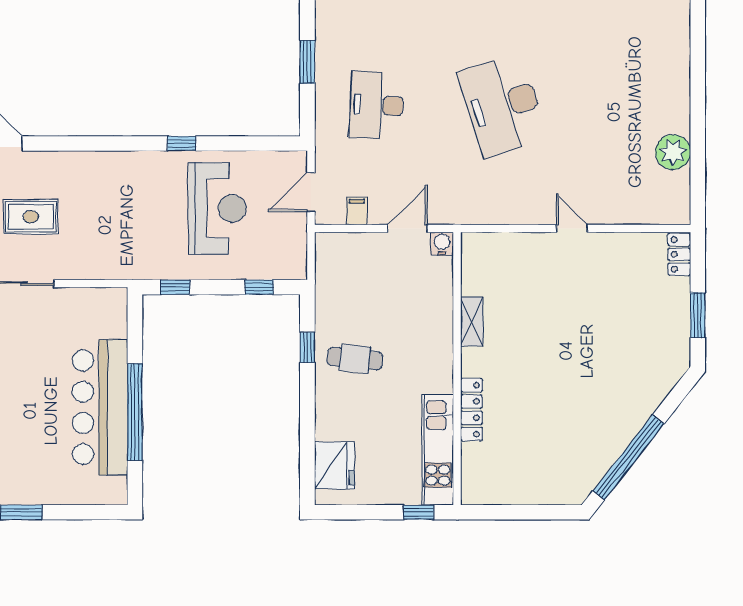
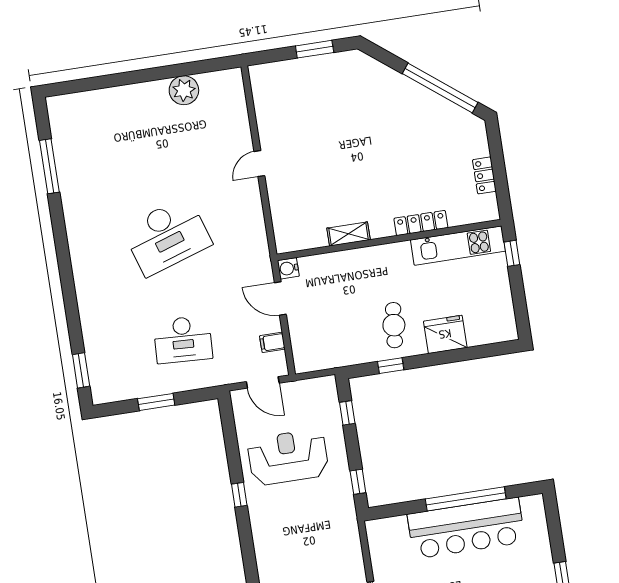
locker: (679, 254) -> (484, 175), moved, turned 90
fridge: (334, 465) -> (445, 334), moved

